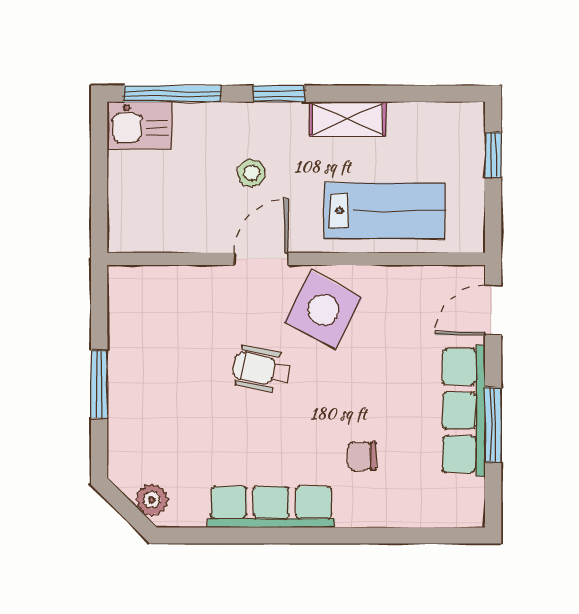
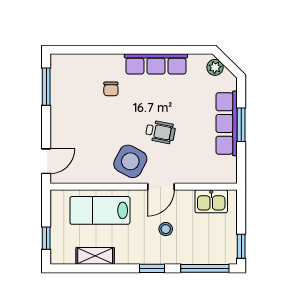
shelving: (348, 119) -> (95, 256), moved
kitchen sink: (140, 125) -> (211, 201), moved, turned 180
window: (99, 138) -> (241, 246), added
row of seats: (464, 411) -> (227, 123), moved, turned 180
window: (493, 425) -> (46, 87), moved
chair: (362, 456) -> (111, 89), turned 90

